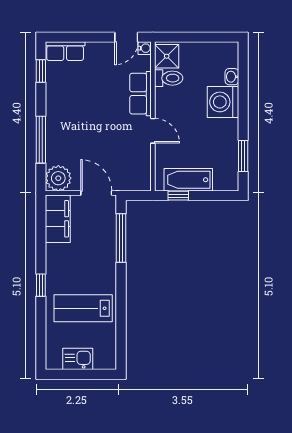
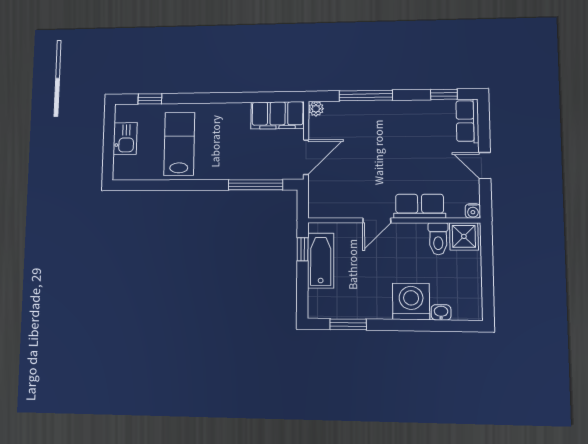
door: (126, 37) -> (485, 166), moved
plant: (58, 178) -> (316, 109), width x0.53, depth x0.53
window: (41, 285) -> (150, 99), moved

